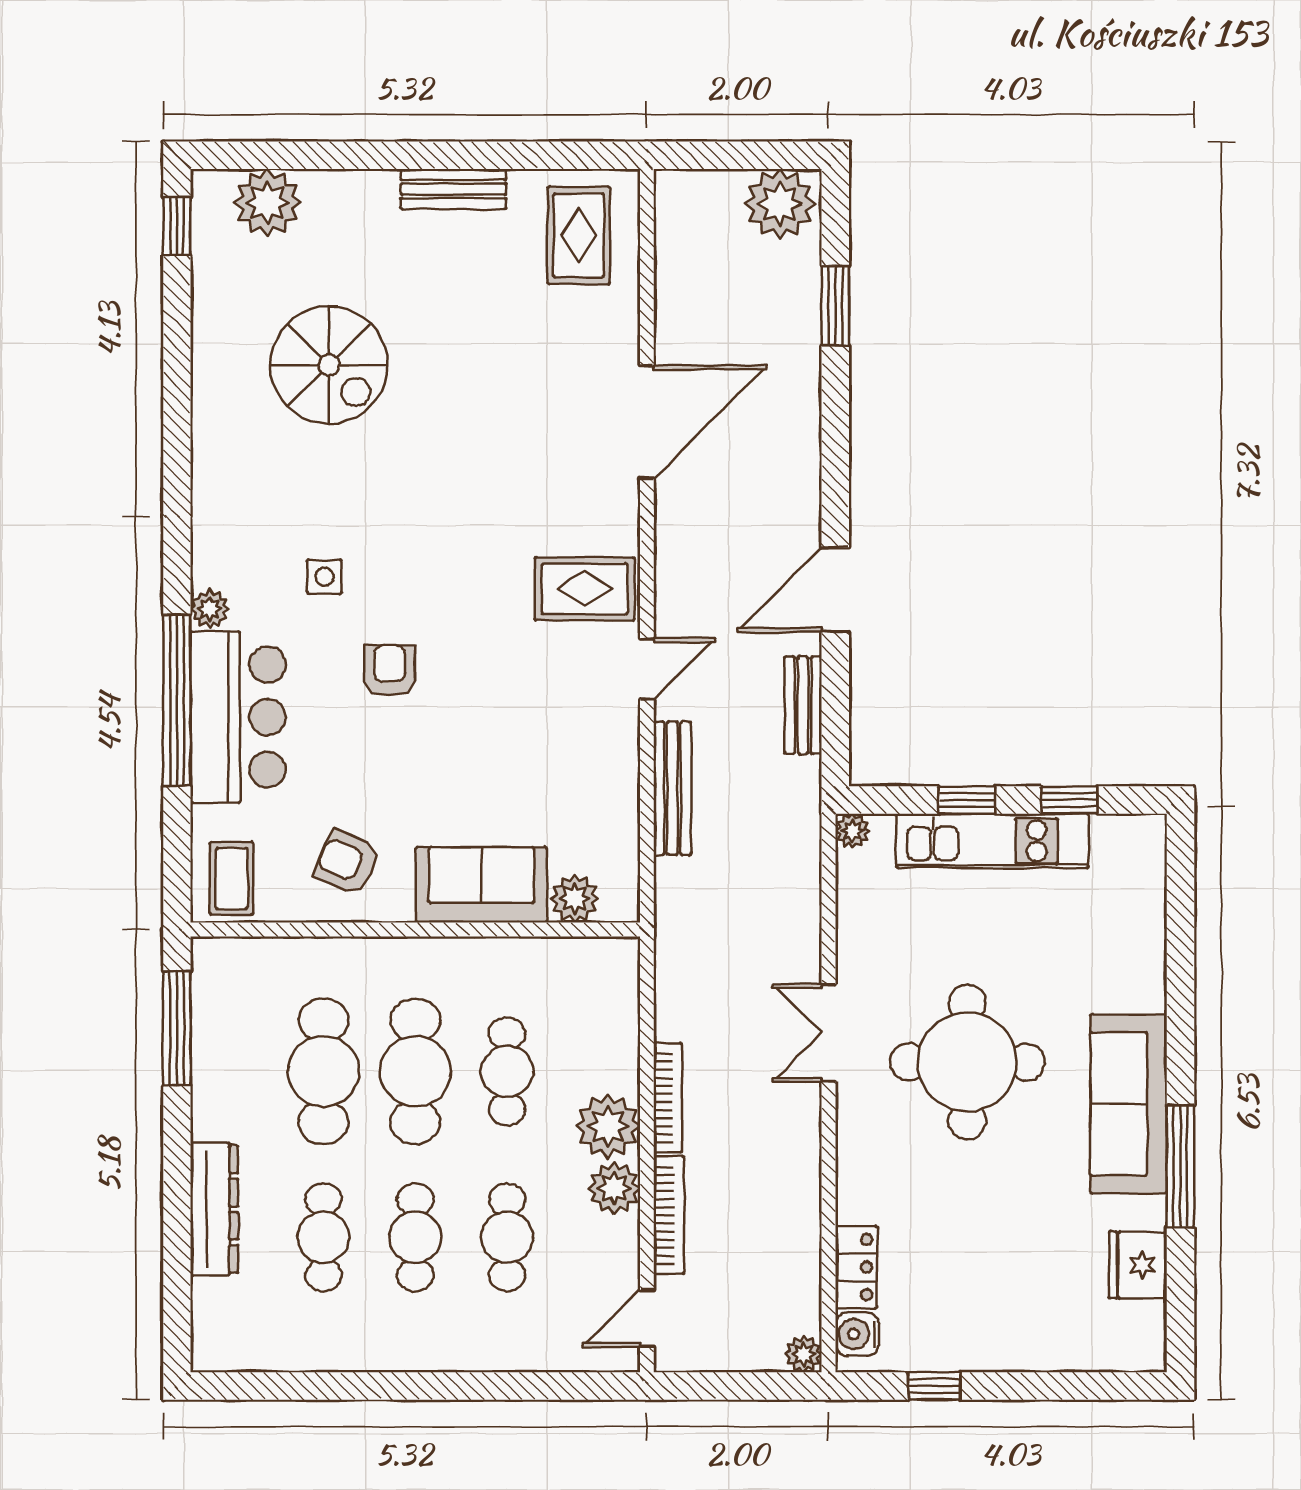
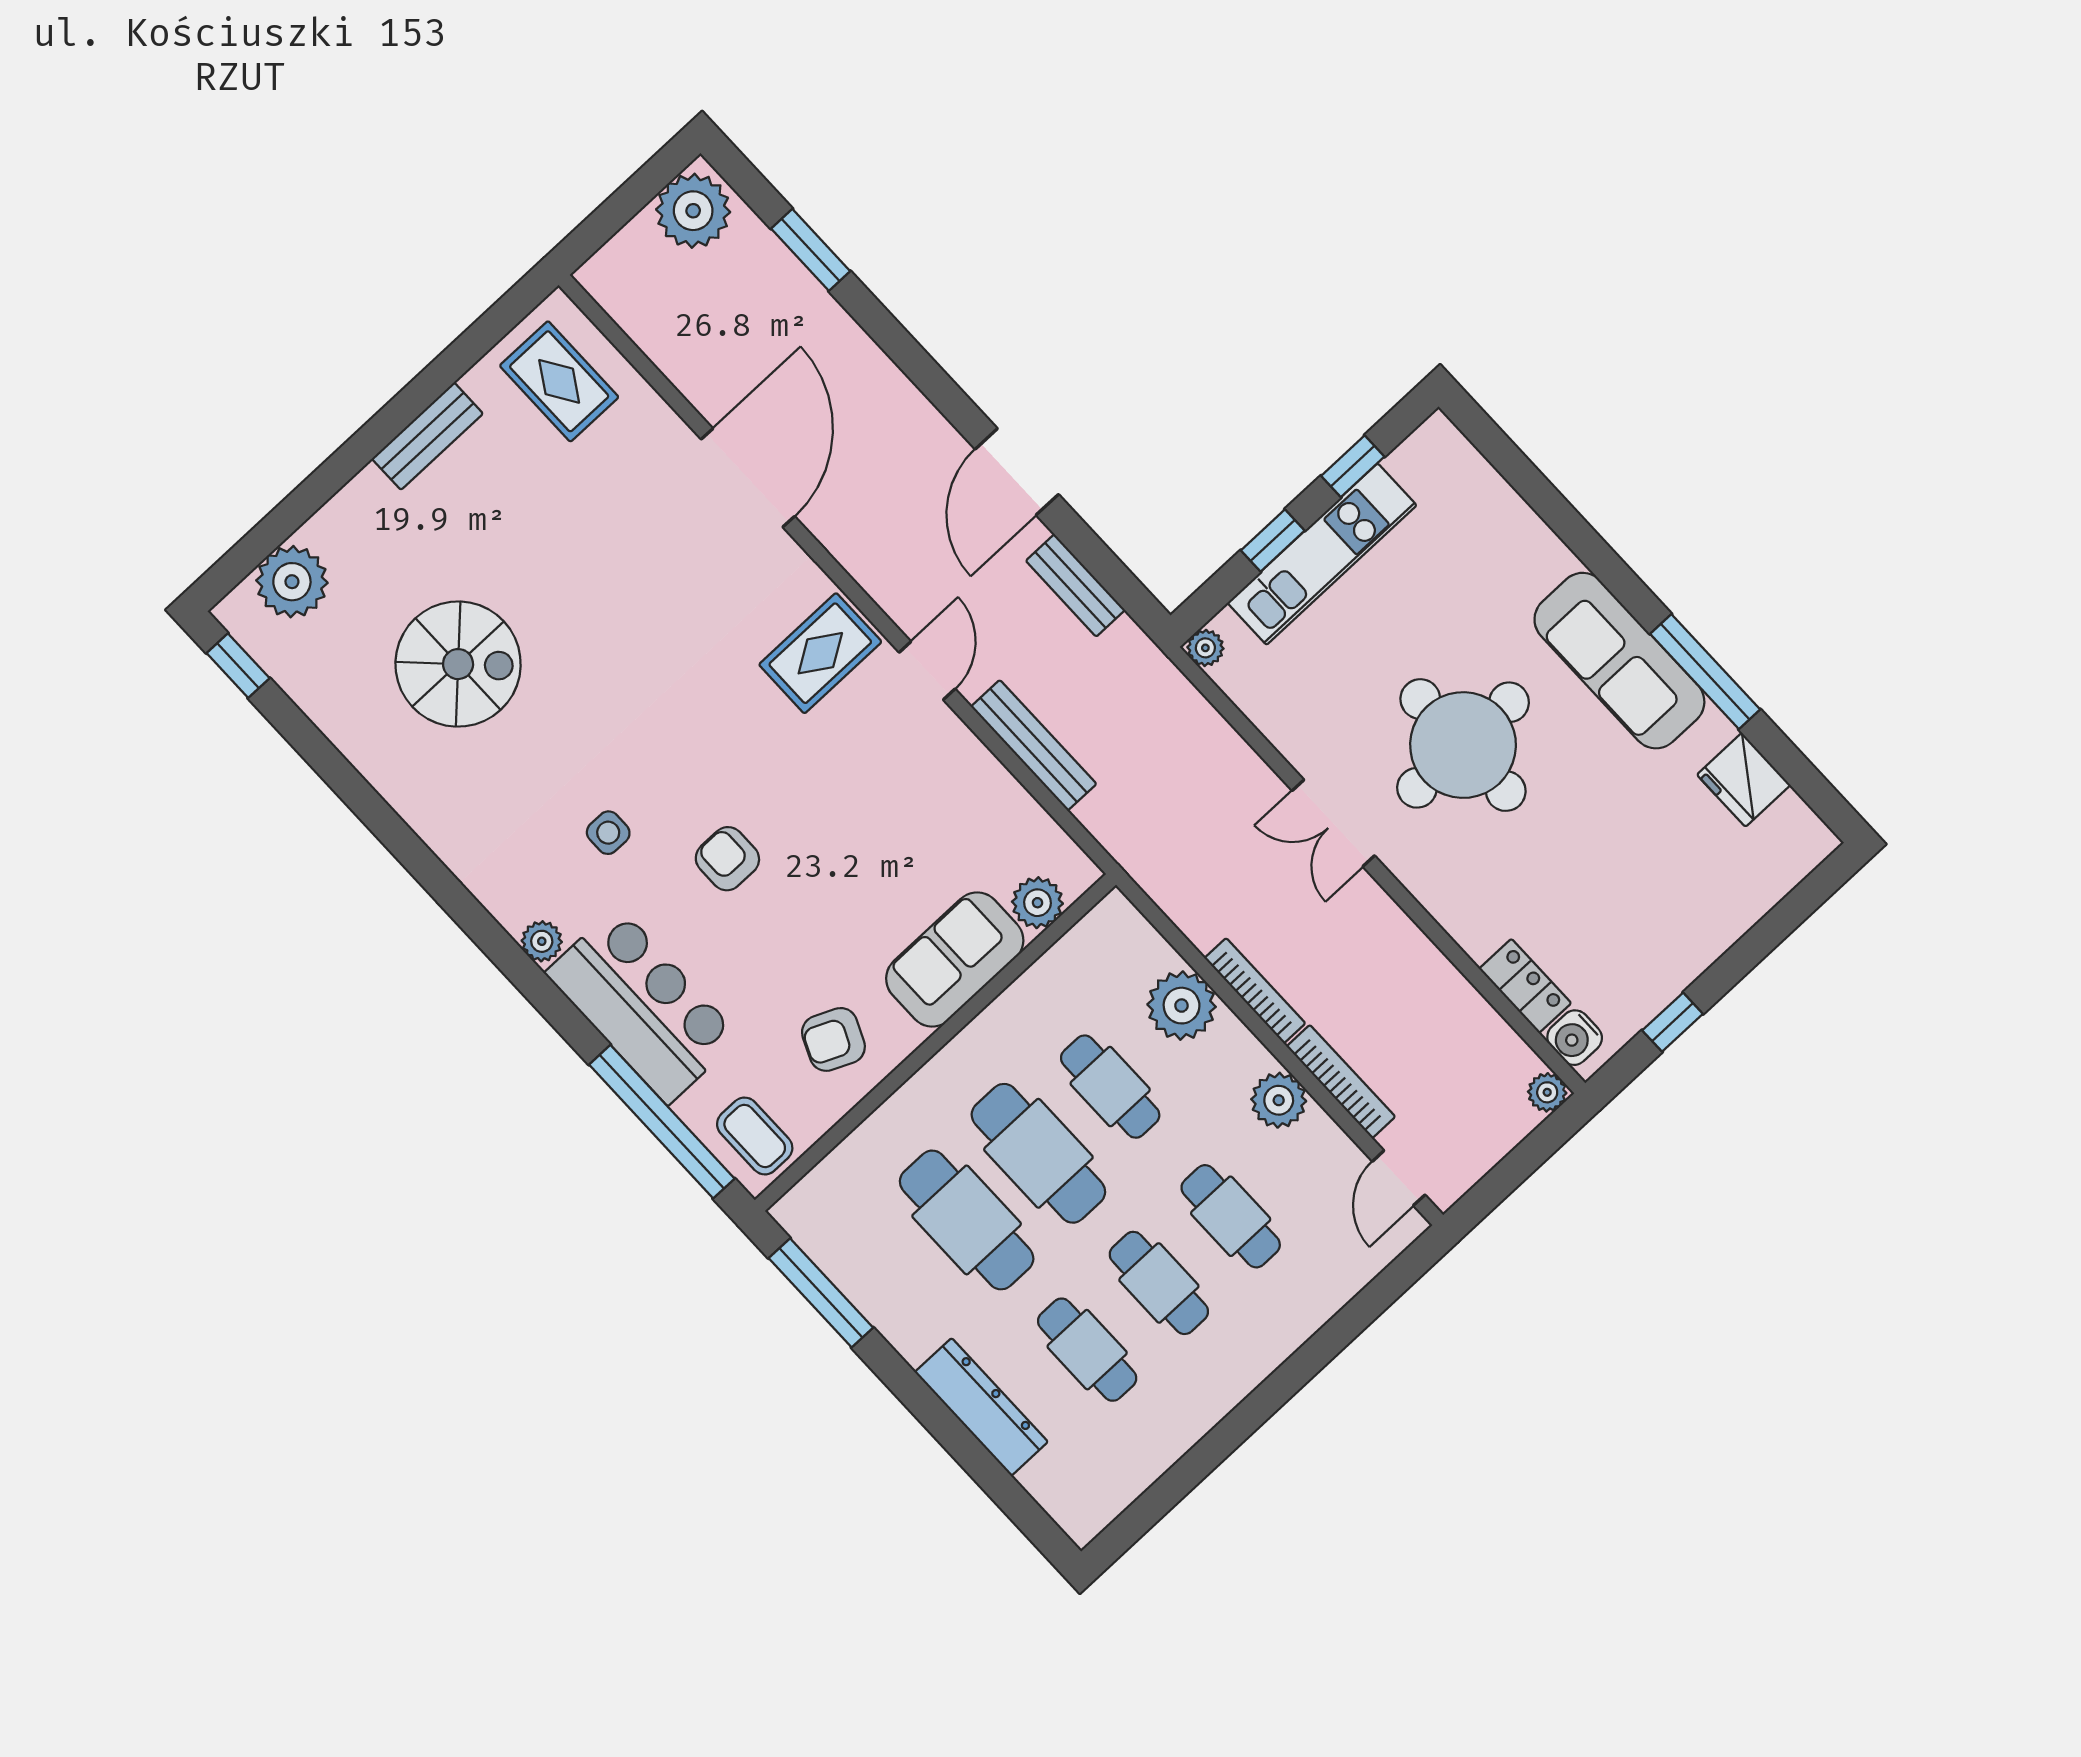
window: (177, 700) -> (662, 1122), moved
plant: (608, 1126) -> (1182, 1006), moved

